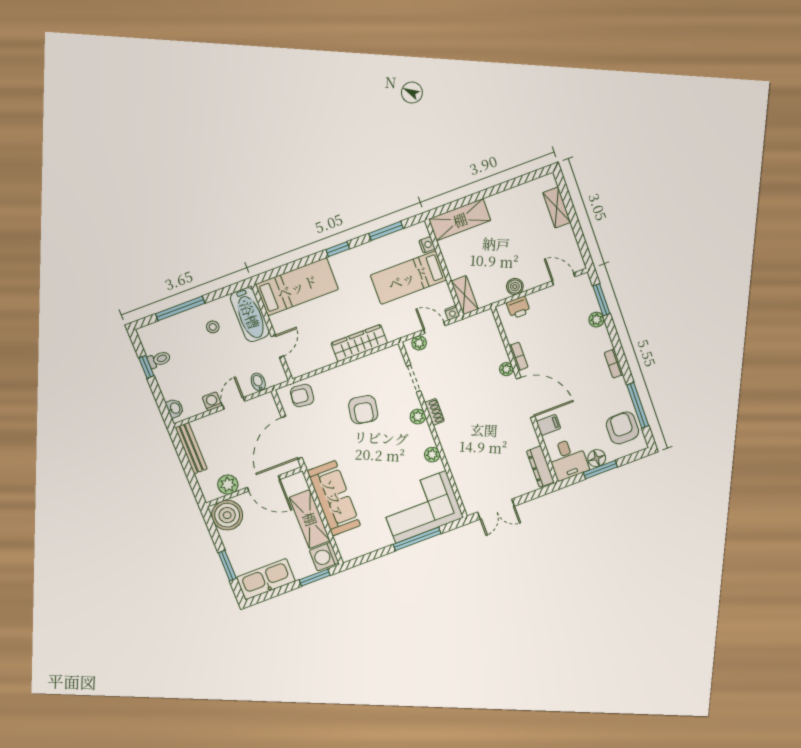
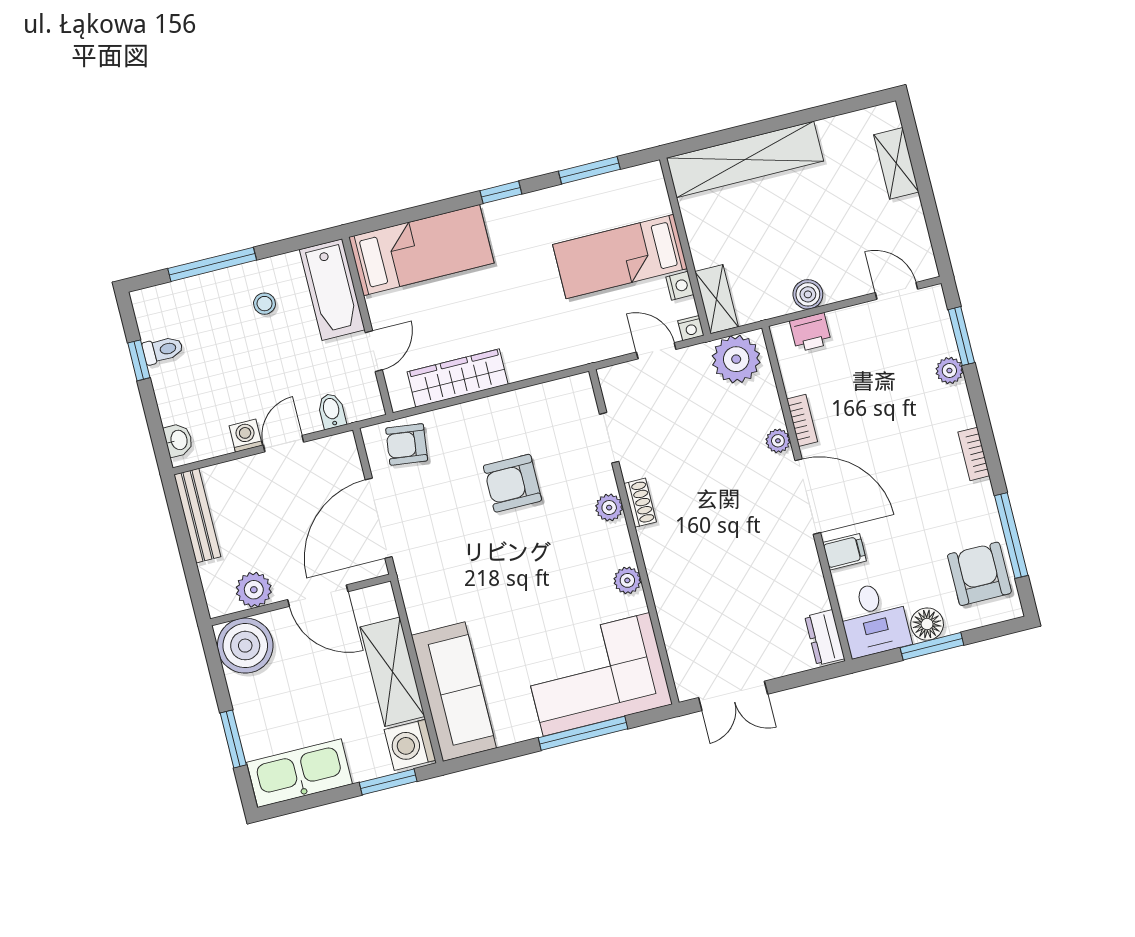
shelving: (460, 220) -> (745, 159), width x1.47
nightstand: (427, 245) -> (680, 286), moved
wardrobe: (359, 343) -> (458, 378), moved
plant: (419, 343) -> (736, 359), moved, width x1.87, depth x1.87
armchair: (363, 410) -> (512, 483), turned 80
dresser: (540, 467) -> (825, 638), width x0.70
sofa: (334, 498) -> (454, 692), moved

